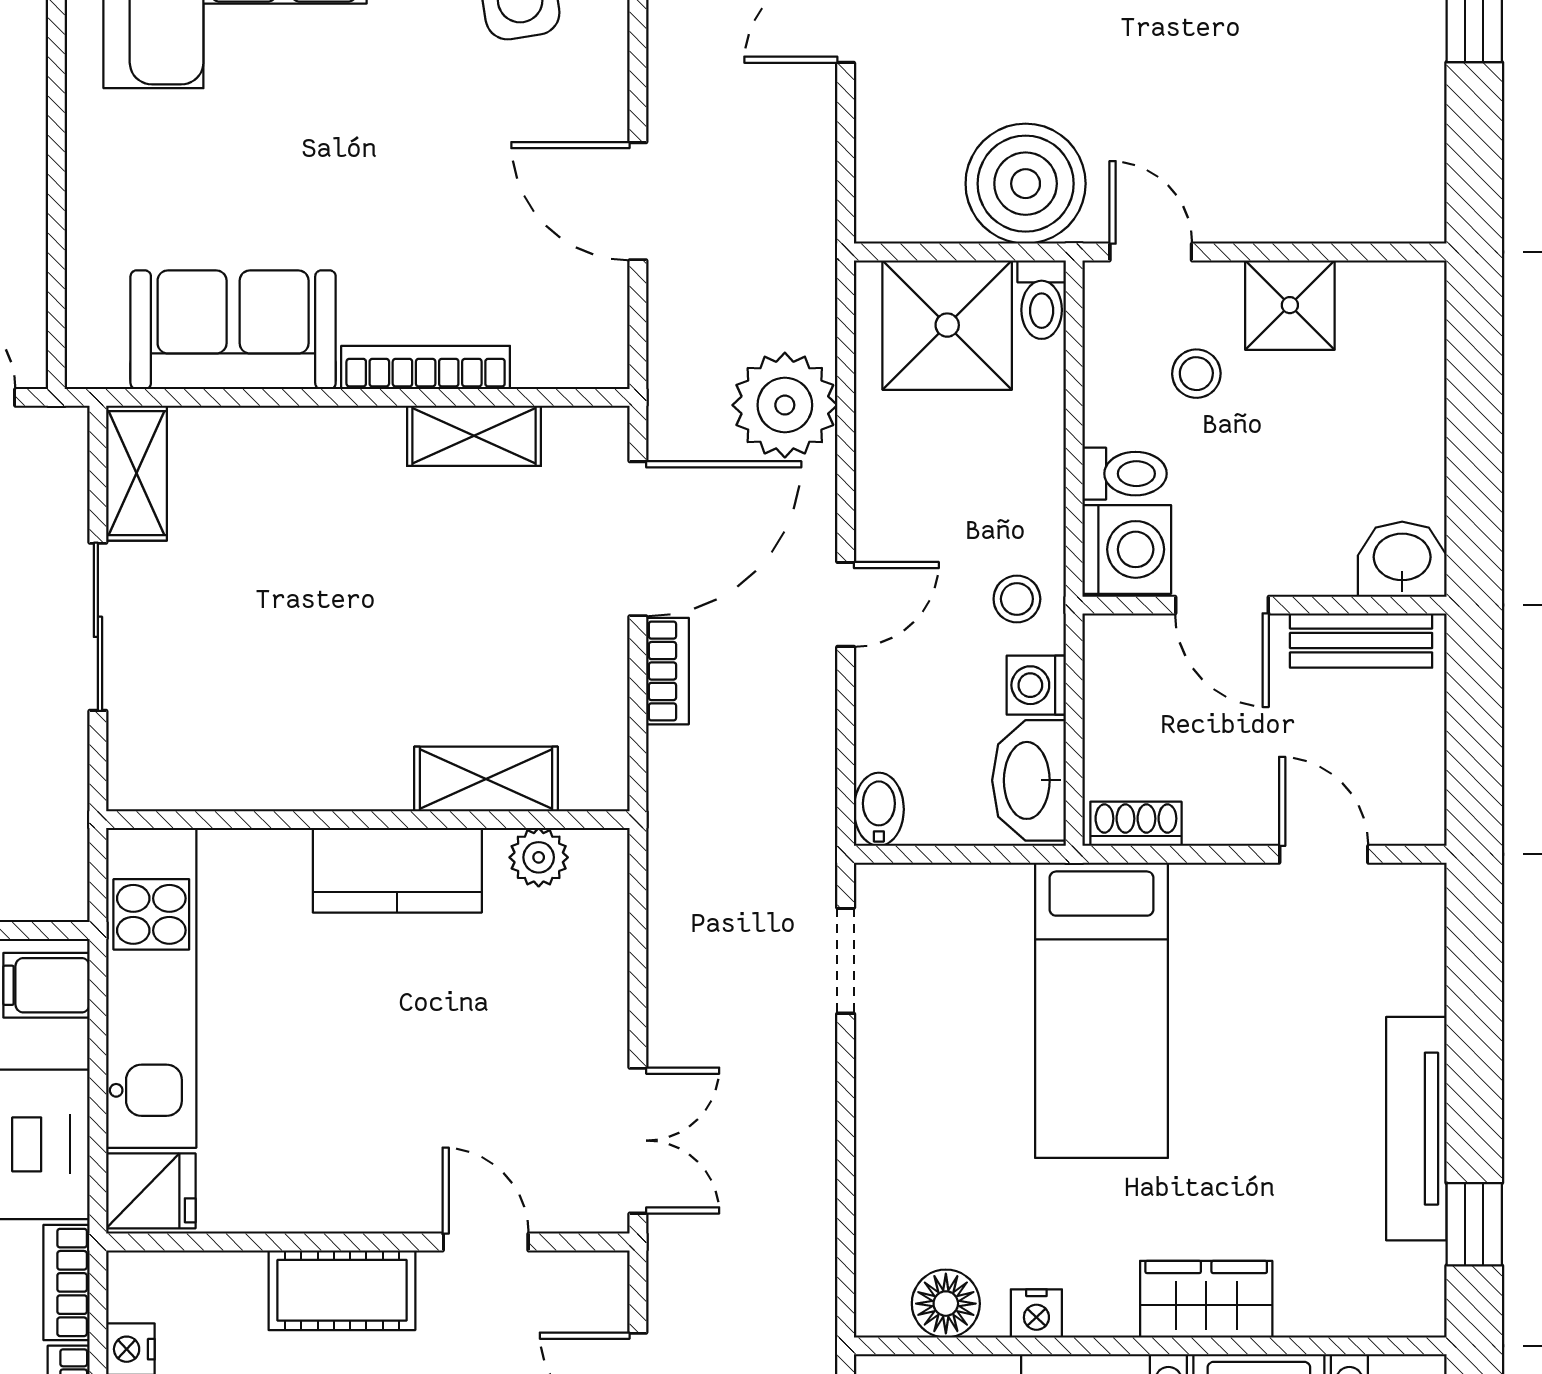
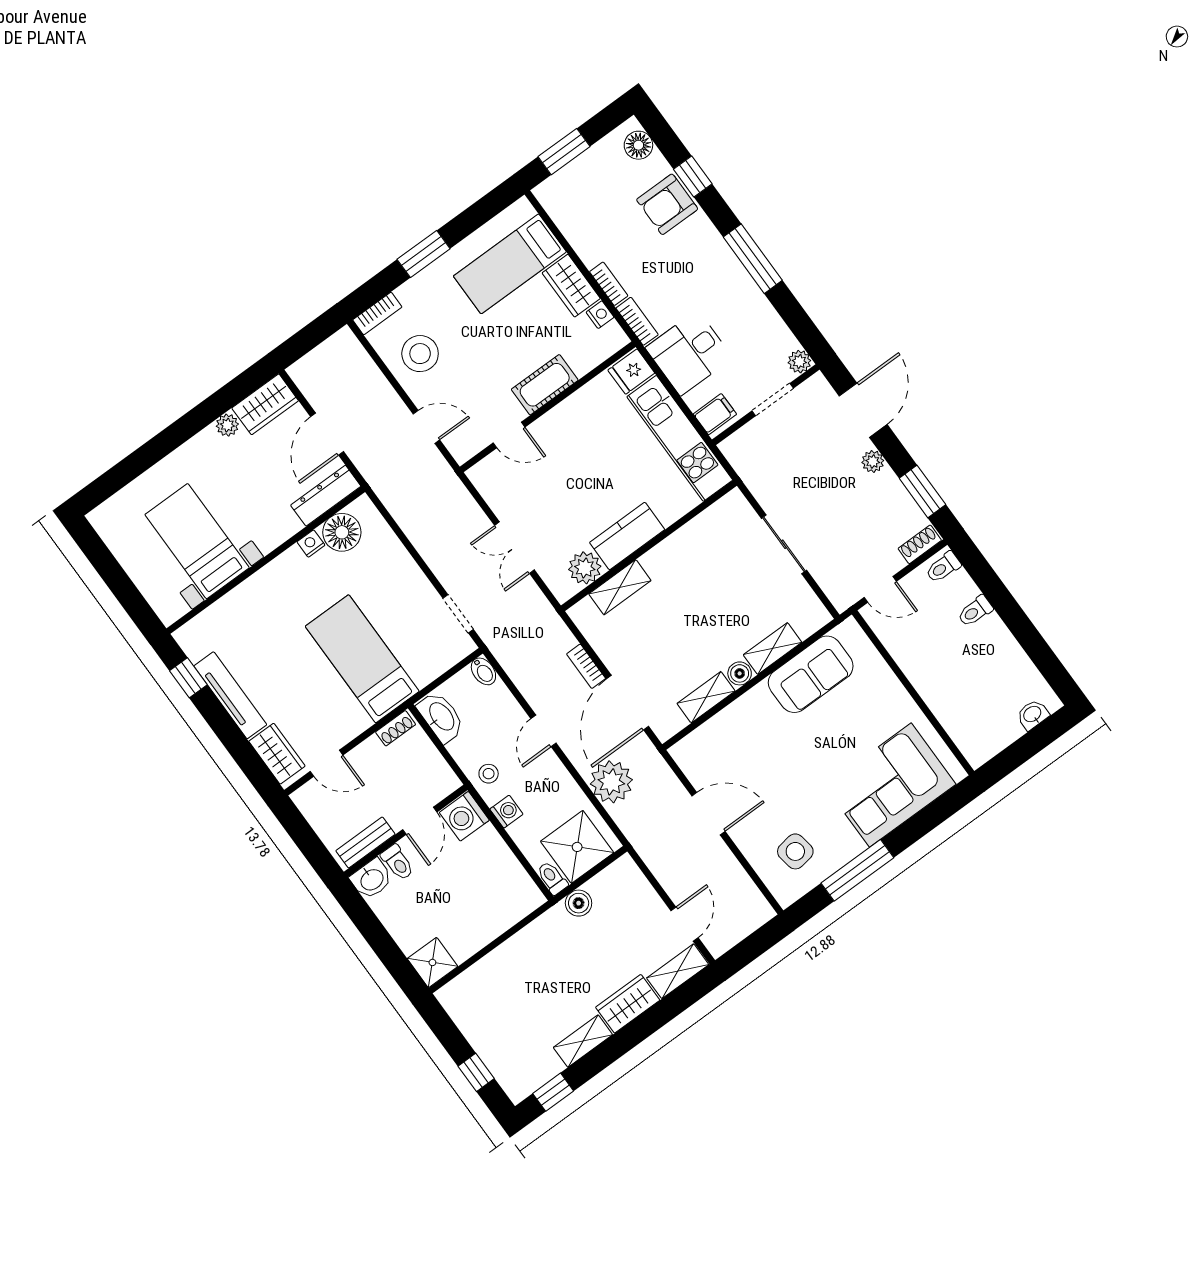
boiler: (1026, 184) -> (579, 903), width x0.54, depth x0.54
door: (1151, 252) -> (528, 920), removed
shower: (1290, 305) -> (432, 962), moved
bookcase: (426, 367) -> (738, 708), removed
stool: (1196, 374) -> (484, 891), removed
boiler: (373, 434) -> (740, 673), added
shelving: (137, 473) -> (773, 649), moved, turned 90
toilet: (1125, 474) -> (397, 862), moved, turned -90
door: (1222, 605) -> (420, 821), swing flipped
washing machine: (1036, 685) -> (506, 812), moved
plant: (539, 857) -> (585, 568), width x1.38, depth x1.38
double door: (638, 1141) -> (514, 548), moved
wardrobe: (1206, 1299) -> (277, 754), moved, turned -90
floor lamp: (946, 1304) -> (342, 532), width x1.38, depth x1.38

